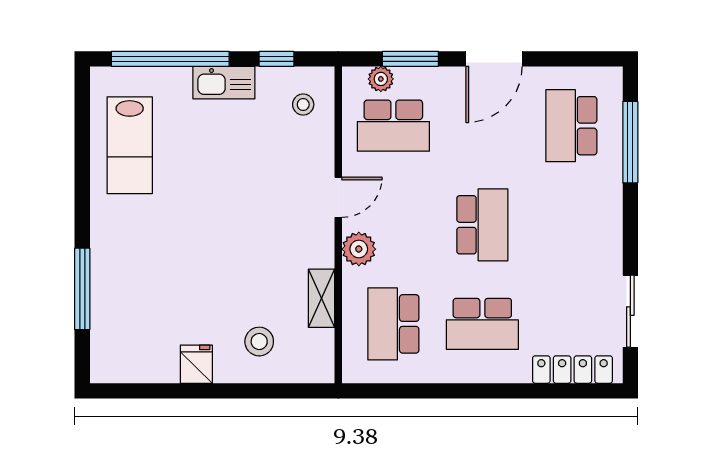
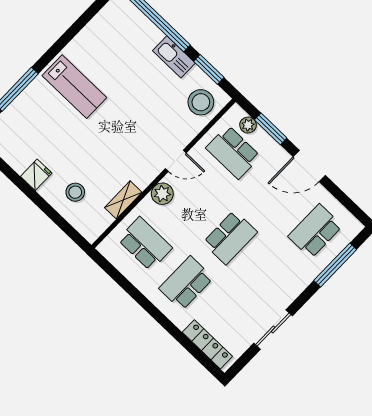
window: (277, 59) -> (209, 69), width x1.50
stool: (303, 105) -> (201, 102), width x1.89, depth x1.89
lab bench: (130, 145) -> (74, 87), moved, turned -90
sliding door: (630, 311) -> (273, 330), moved
school desk: (393, 324) -> (145, 244), turned 90
school desk: (482, 324) -> (186, 283), turned 90

